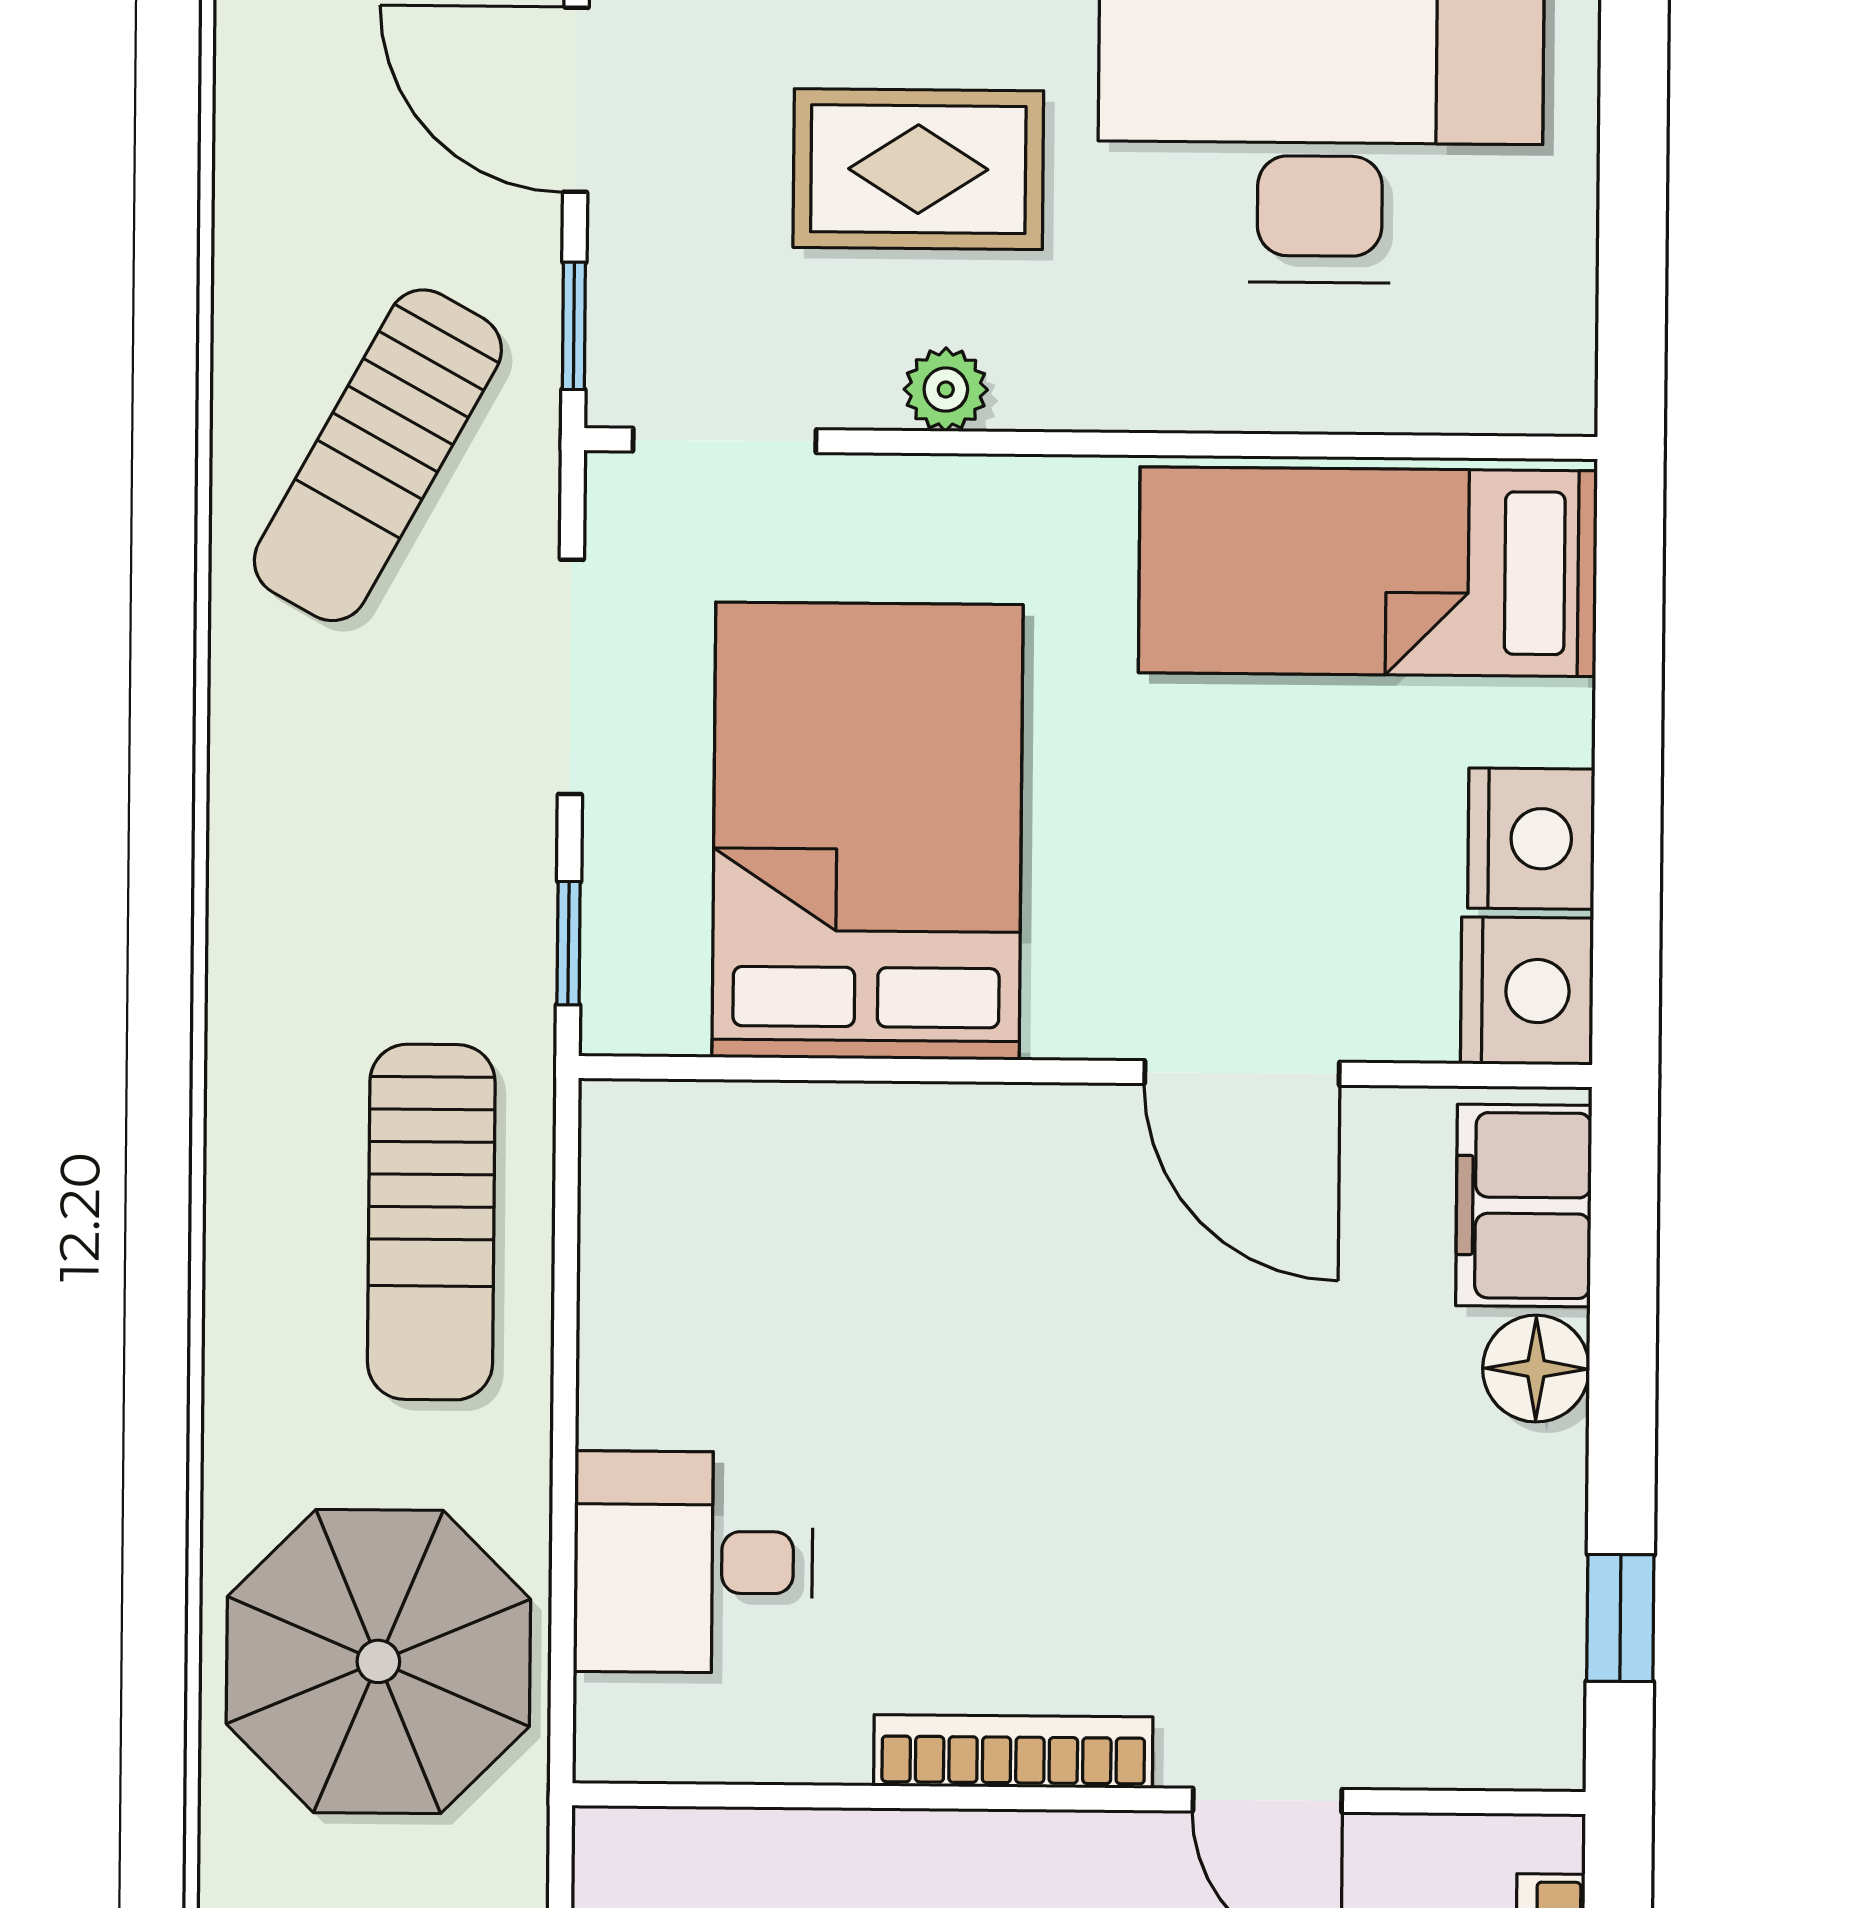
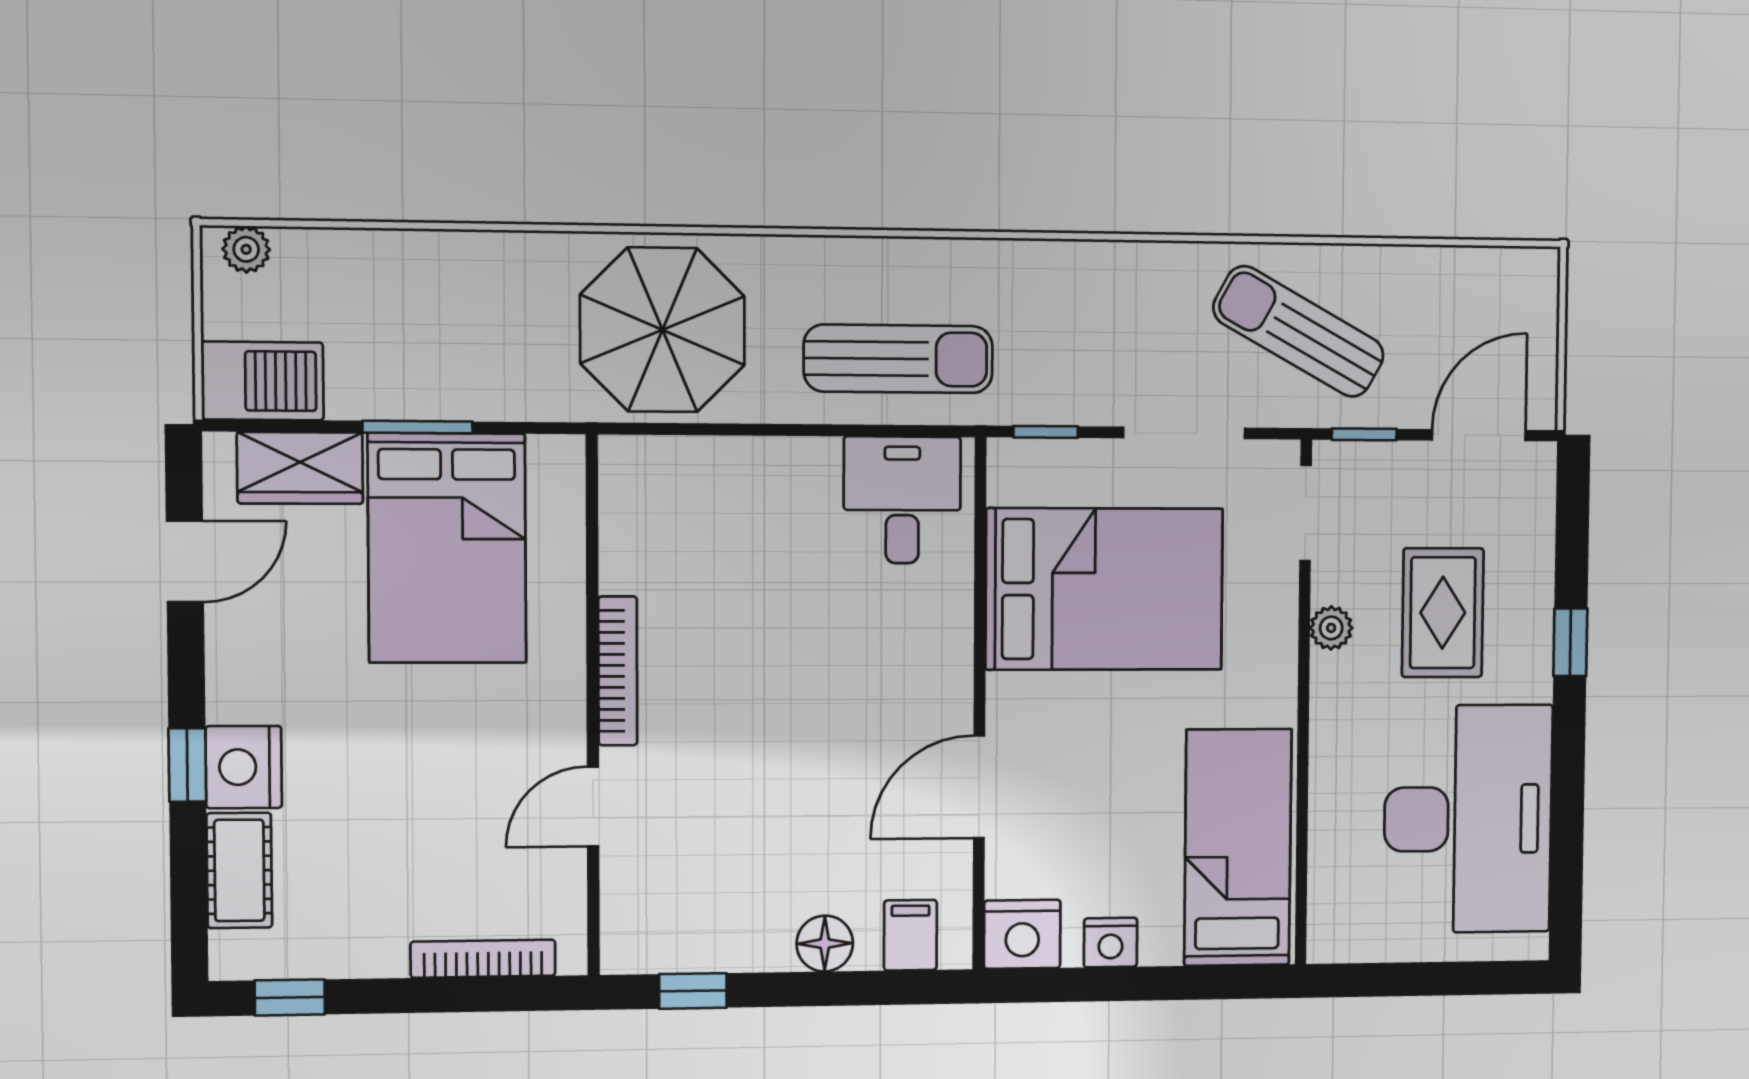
nightstand: (1531, 839) -> (1111, 943), width x0.74, depth x0.75
filing cabinet: (1524, 1205) -> (910, 935), width x0.50
sun lounger: (431, 1222) -> (898, 359), turned 180
desk: (693, 1562) -> (902, 500), moved

